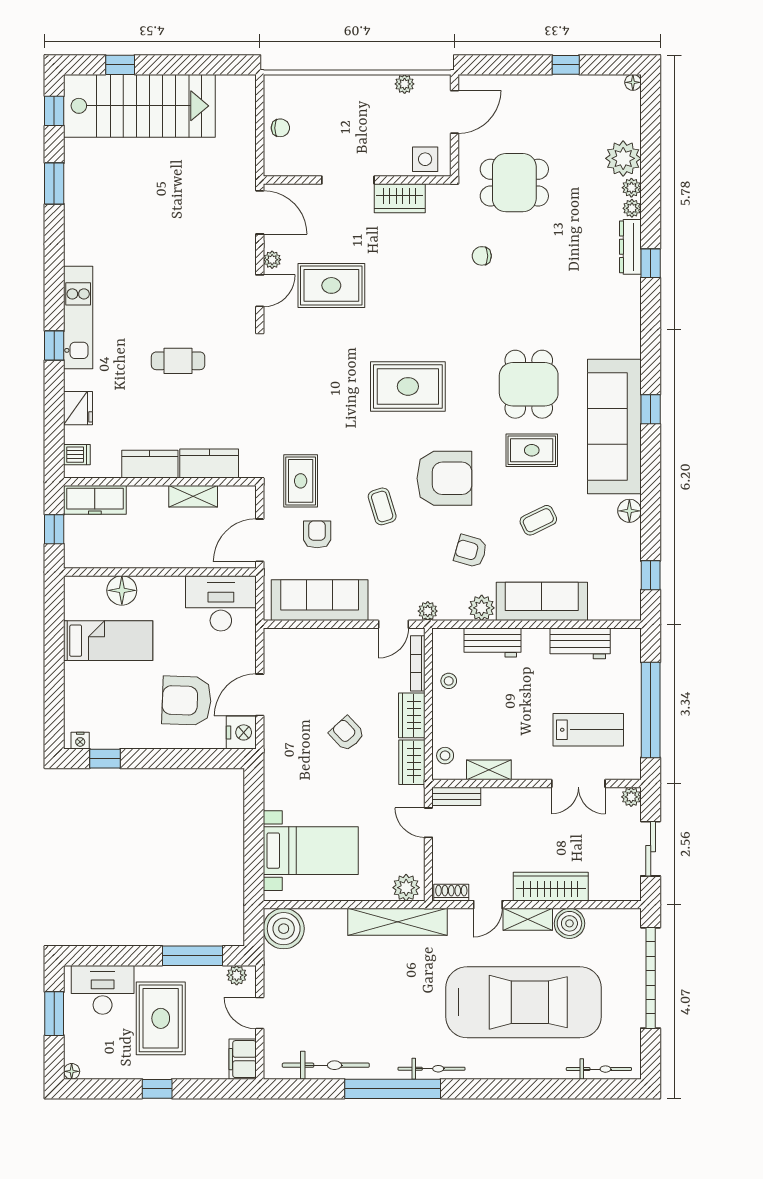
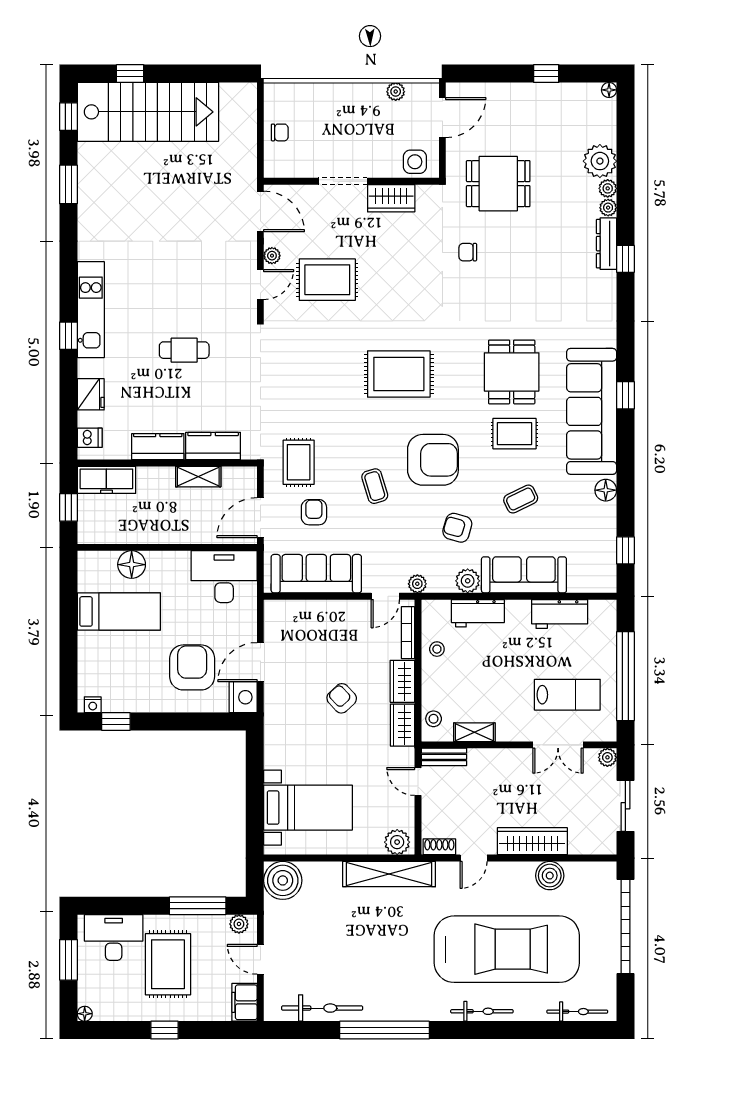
armchair: (187, 701) -> (192, 667), turned 88
shelving: (528, 919) -> (511, 872), removed
bicycle: (432, 1069) -> (482, 1011), moved

